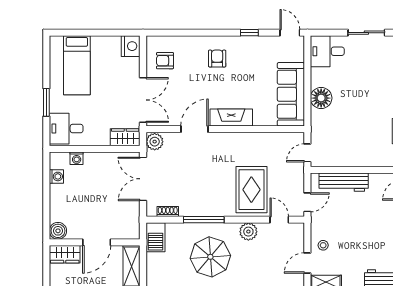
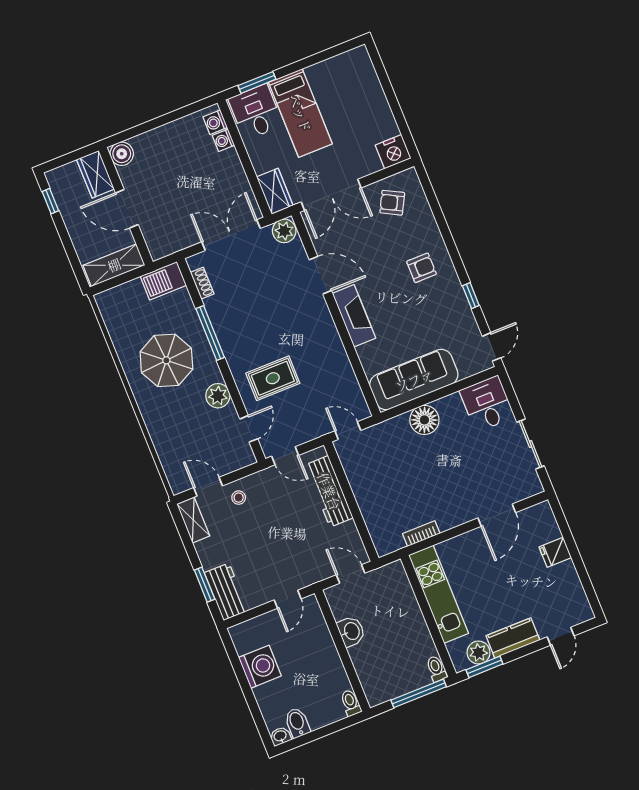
armchair: (165, 61) -> (392, 203), turned -62
bed: (77, 65) -> (300, 113), moved, turned -90
window: (46, 102) -> (257, 82), moved
washing machine: (56, 176) -> (215, 122), moved, turned 90
rug: (251, 190) -> (273, 378), width x0.73, depth x0.70

